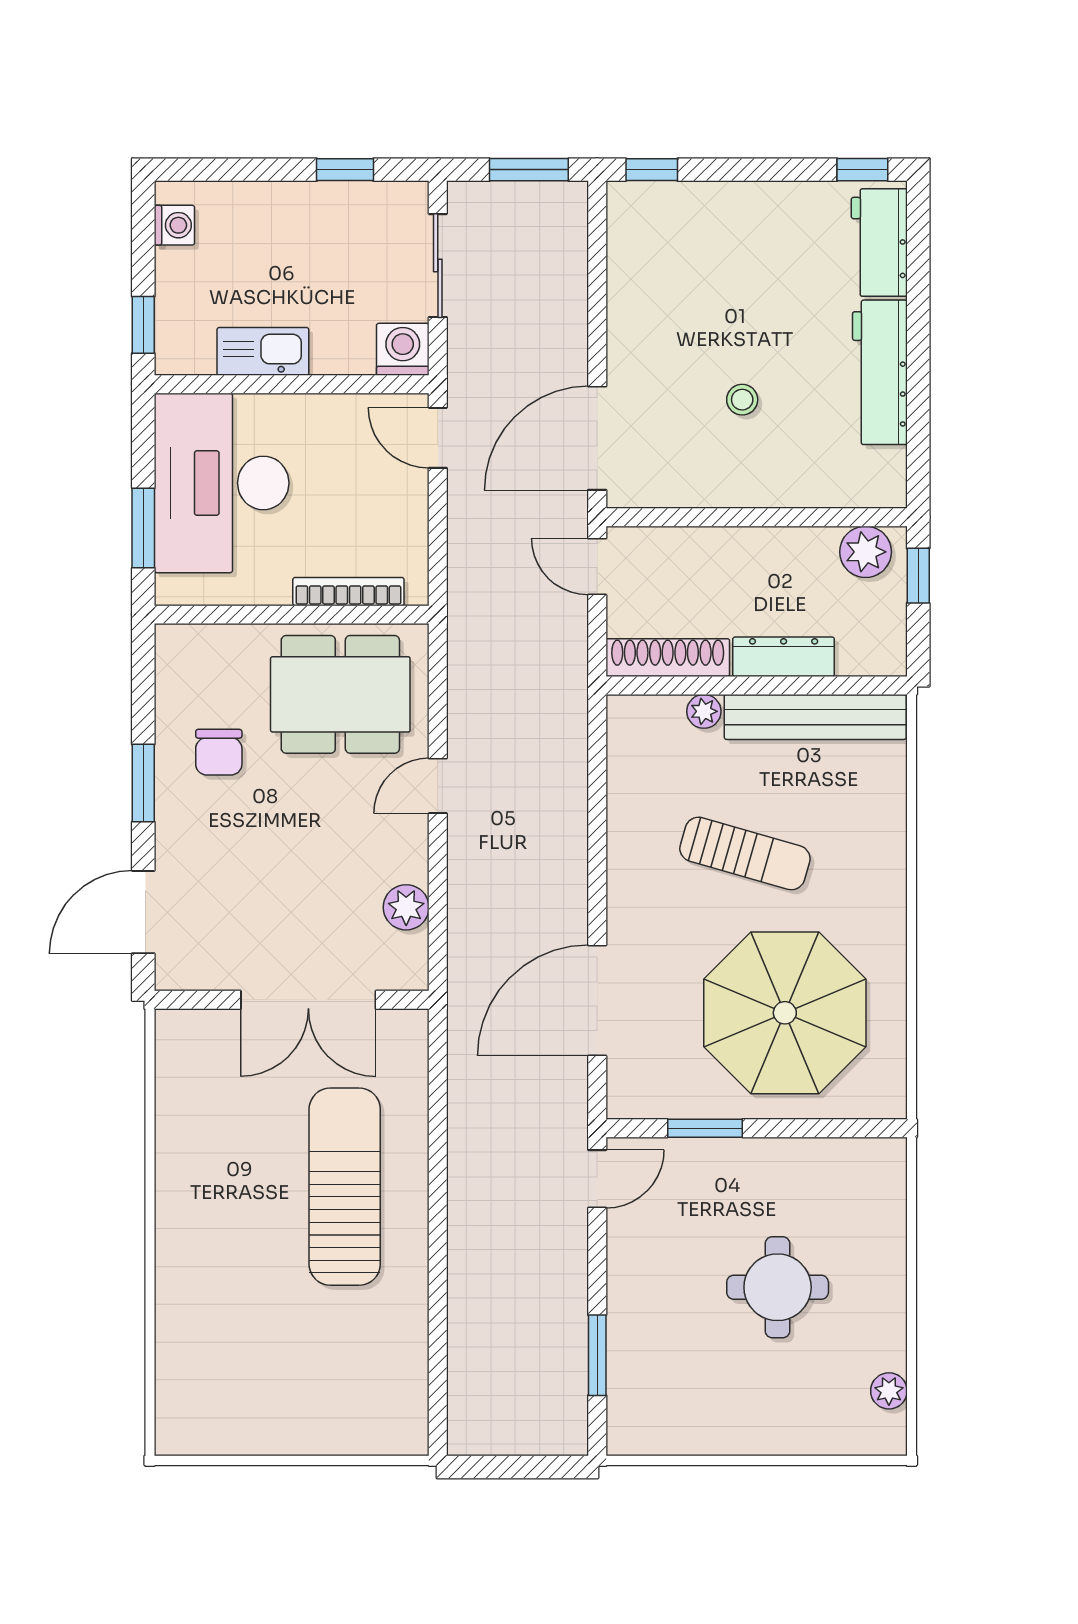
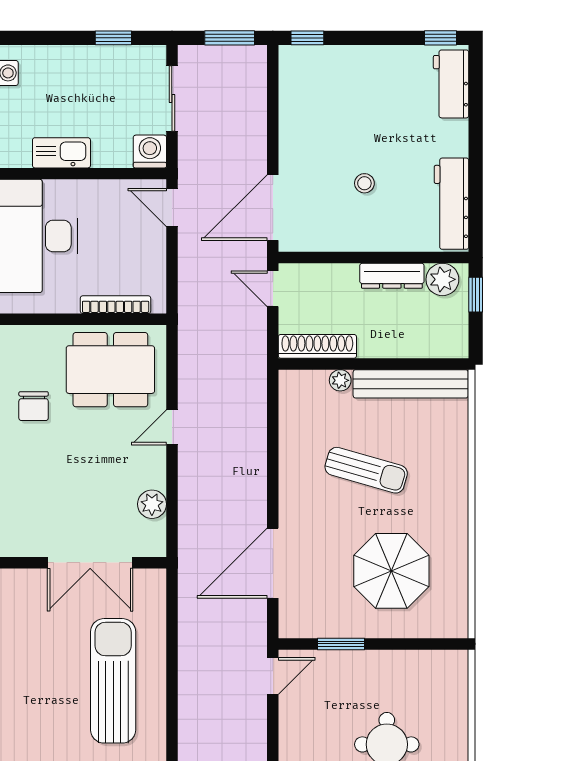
workbench: (880, 372) -> (452, 204), moved
dresser: (784, 657) -> (392, 276), moved, turned 180
parasol: (785, 1013) -> (391, 571), width x0.73, depth x0.73

